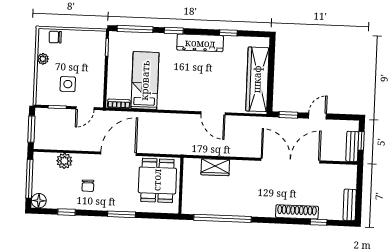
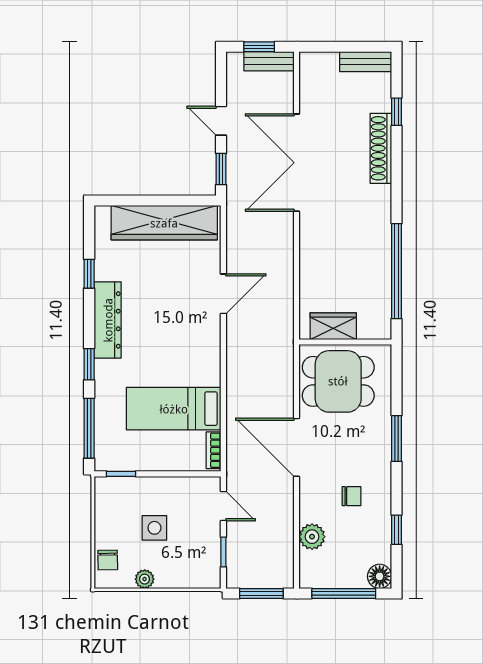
side table: (68, 84) -> (154, 528), moved
wardrobe: (215, 167) -> (333, 326), moved, turned -90

